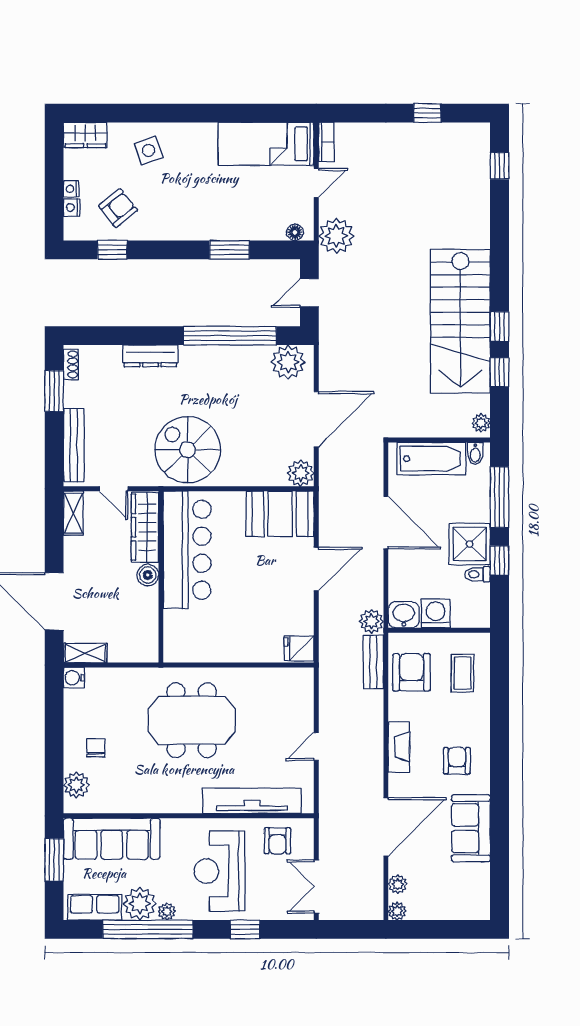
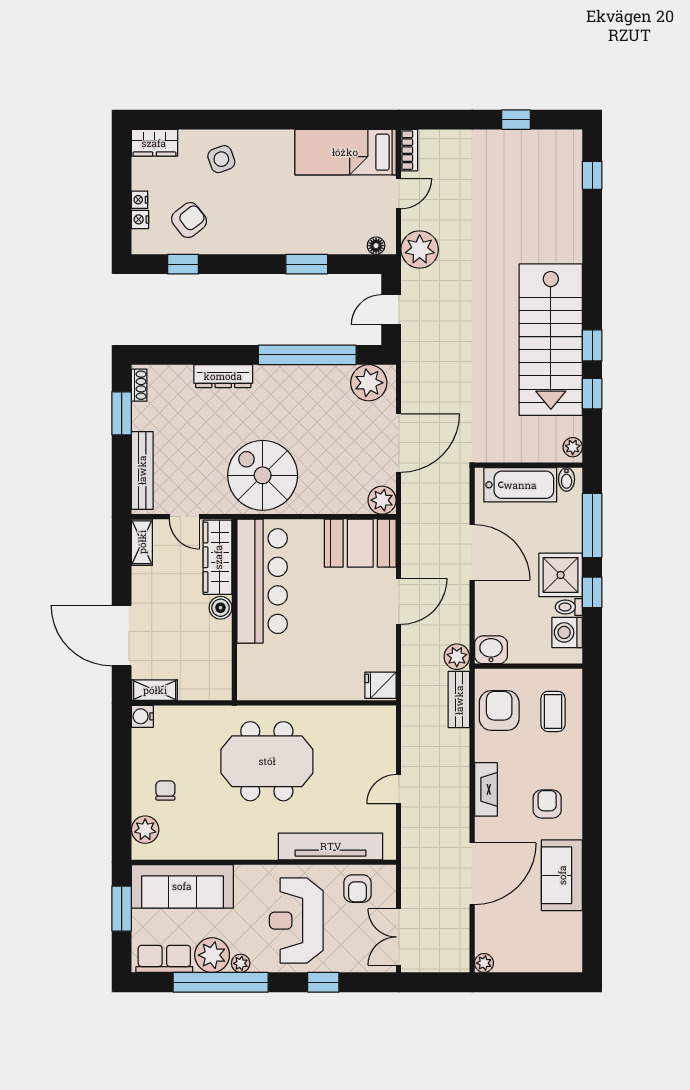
washing machine: (436, 614) -> (567, 632), moved, turned -90
plant: (398, 884) -> (484, 934), removed

